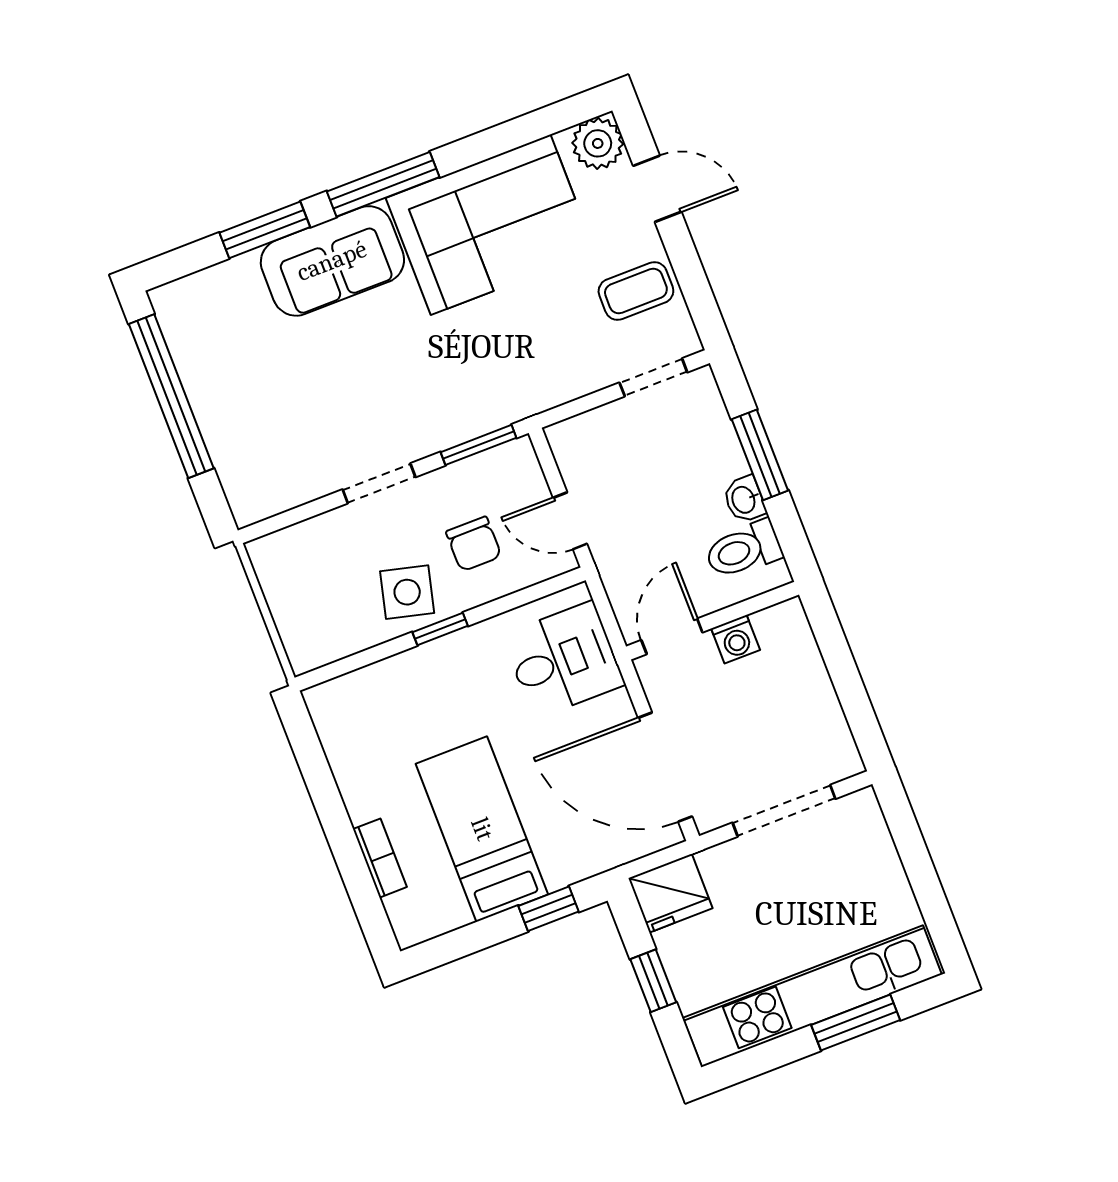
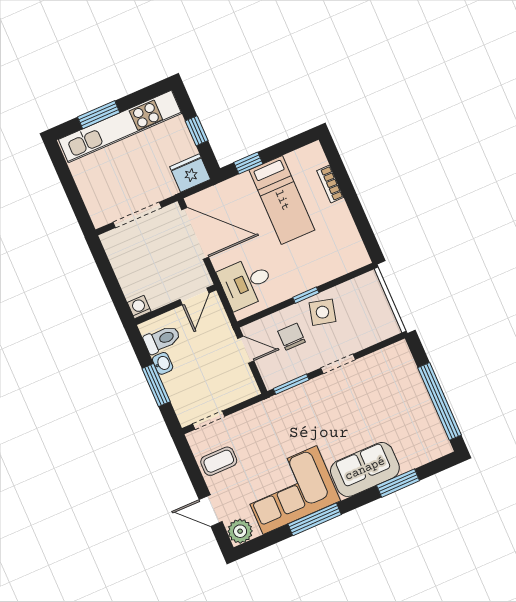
window: (383, 184) -> (315, 519), moved
washing machine: (736, 639) -> (139, 307), moved

